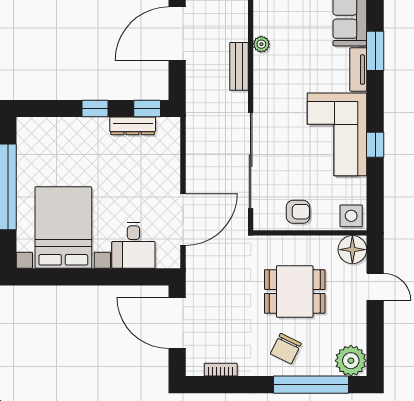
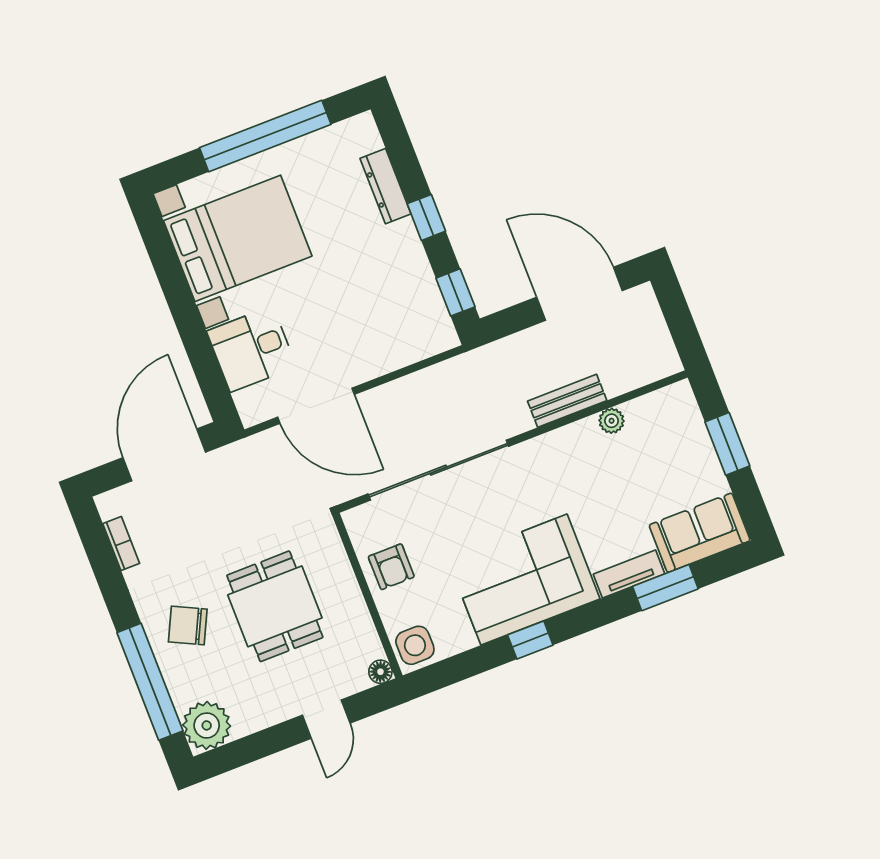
dresser: (133, 126) -> (385, 186), moved
floor lamp: (352, 250) -> (380, 672), width x0.53, depth x0.53

